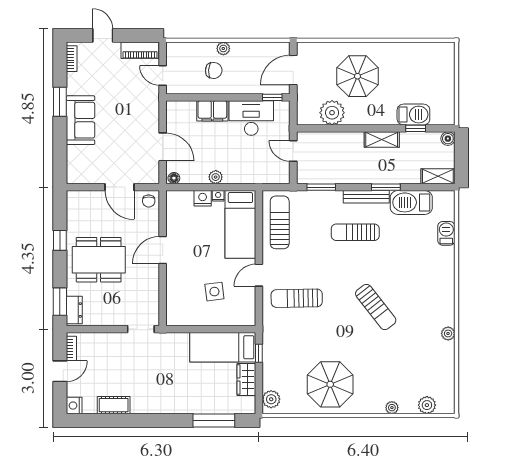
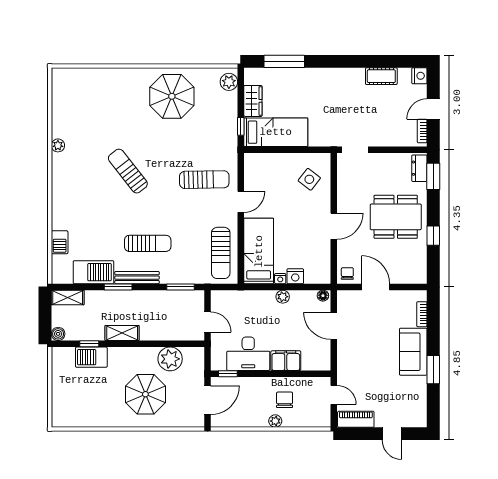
bookcase: (72, 59) -> (422, 314), moved
chair: (214, 70) -> (285, 400), turned 86
side table: (214, 292) -> (309, 179), moved, turned 45
plant: (427, 405) -> (78, 76), removed
plant: (392, 408) -> (112, 74), removed

